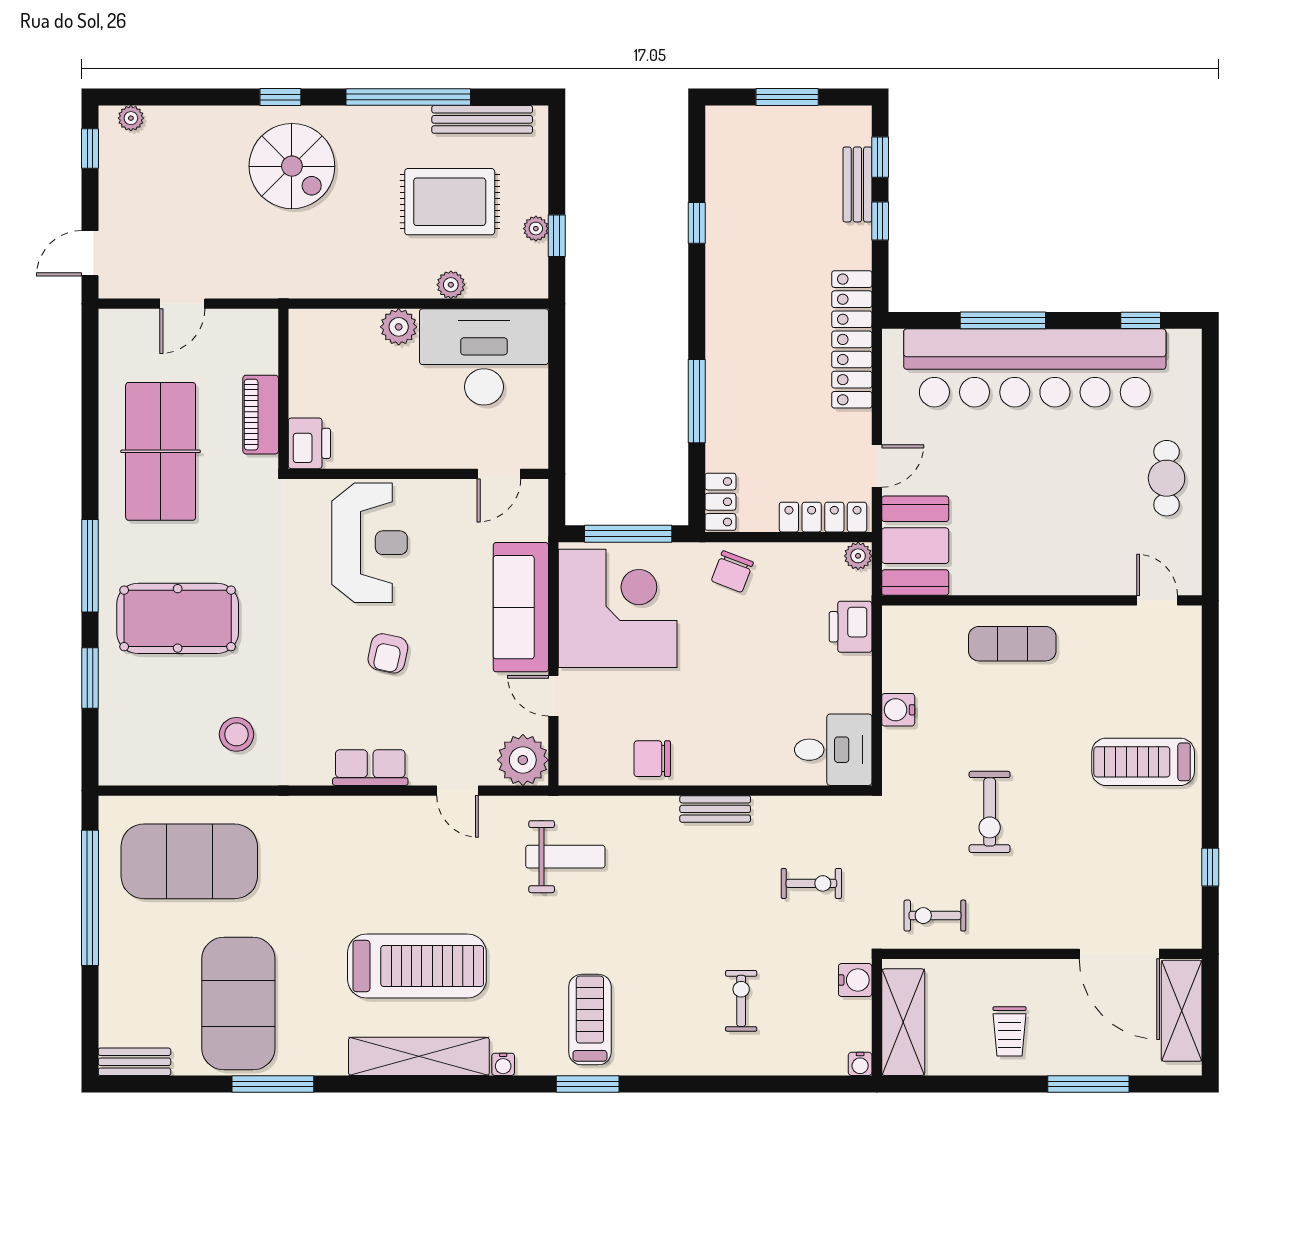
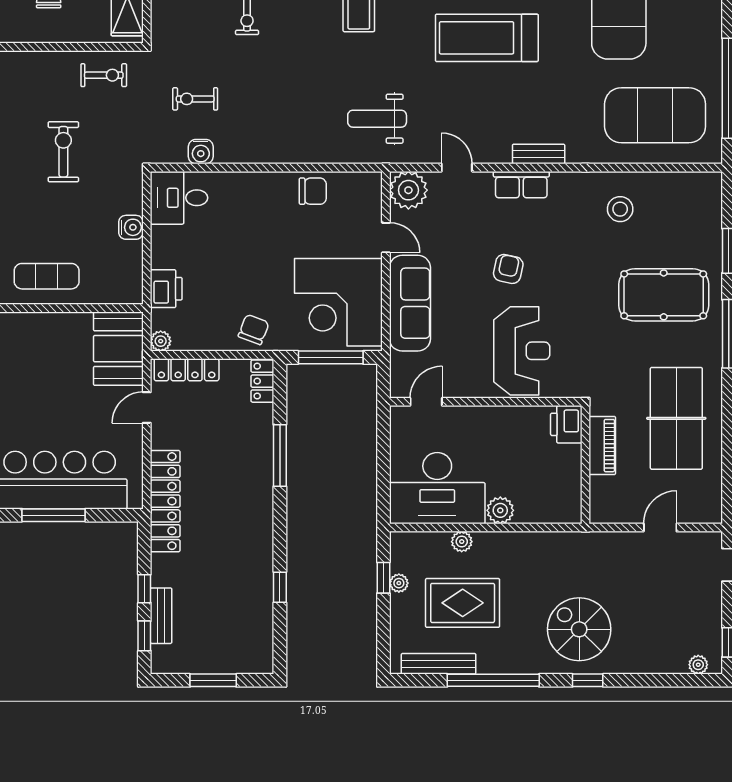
reception desk: (369, 543) -> (522, 351), turned 180
bench: (715, 809) -> (539, 154), moved
water cooler: (855, 980) -> (201, 152), moved, turned -90

